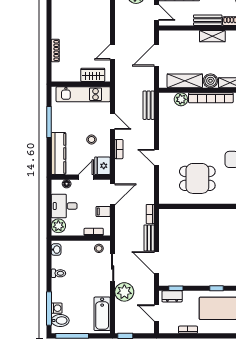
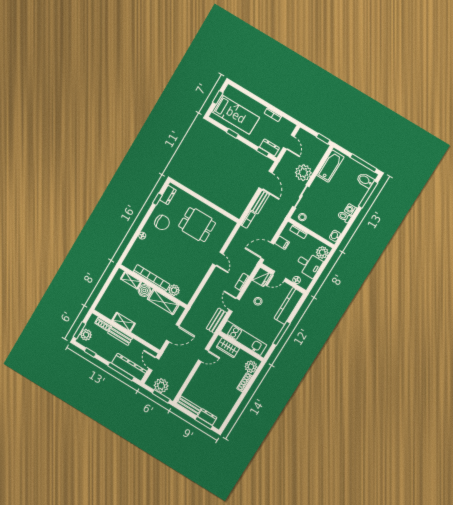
plant: (59, 70) -> (251, 367), added
bench: (149, 105) -> (217, 321), moved
washing machine: (57, 308) -> (351, 210), moved

